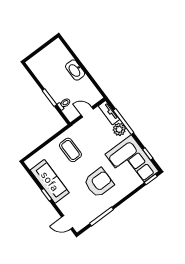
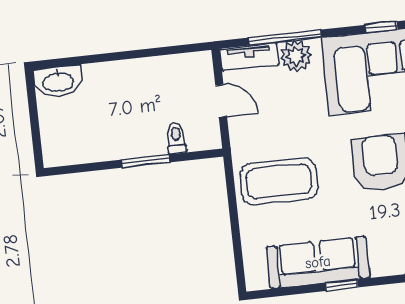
washbasin: (75, 70) -> (58, 81), moved
door: (87, 112) -> (221, 101), swing flipped
coffee table: (70, 150) -> (279, 181), width x1.36, depth x1.32

